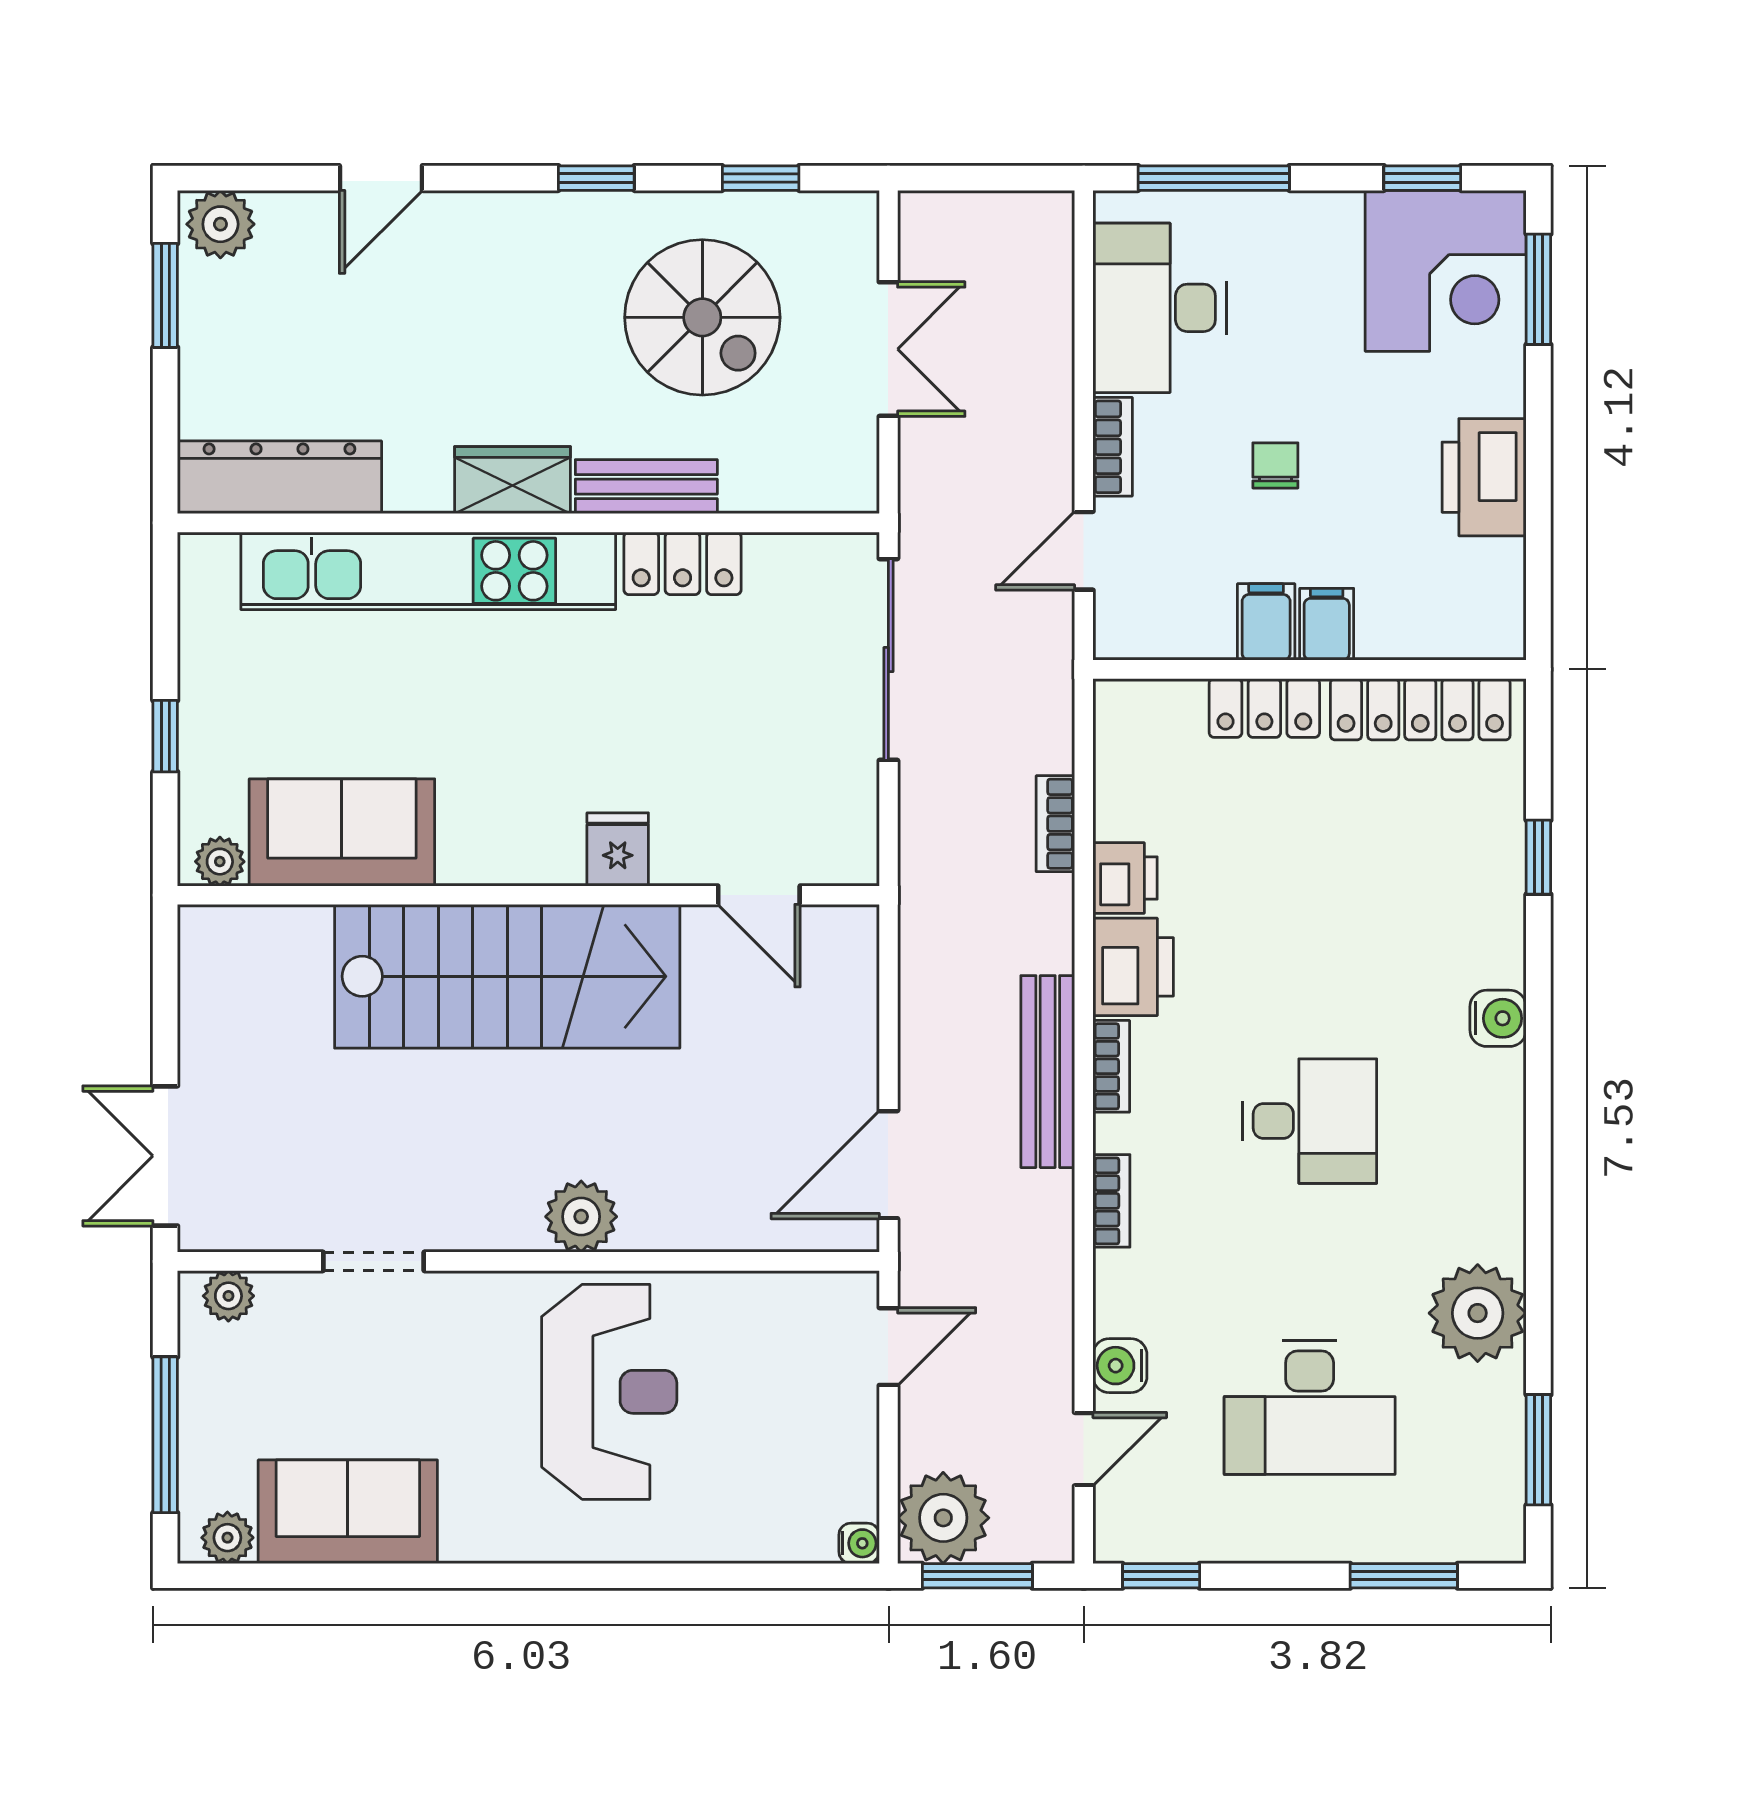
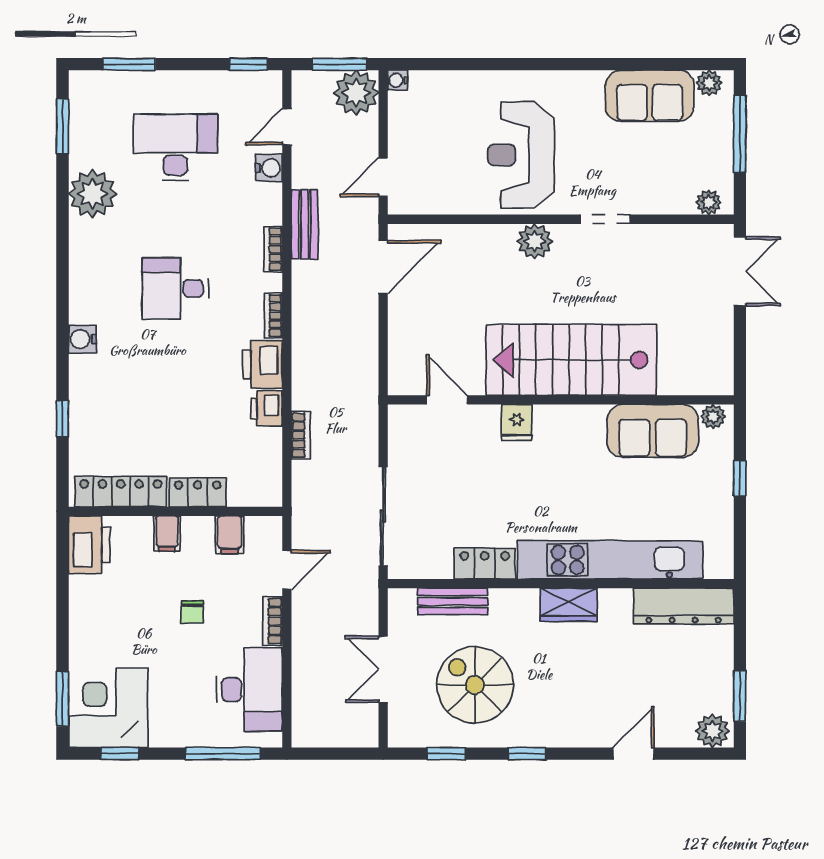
printer: (1484, 477) -> (89, 545), moved
bench: (646, 487) -> (453, 601), moved
filing cabinet: (1266, 622) -> (230, 535), moved
bench: (1048, 1072) -> (305, 225), moved, width x0.73
doorway: (374, 1261) -> (605, 219), moved

